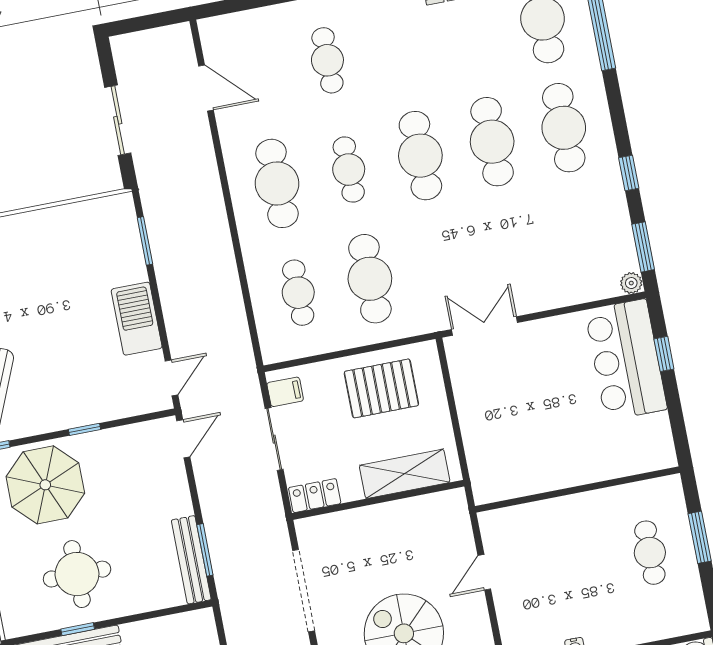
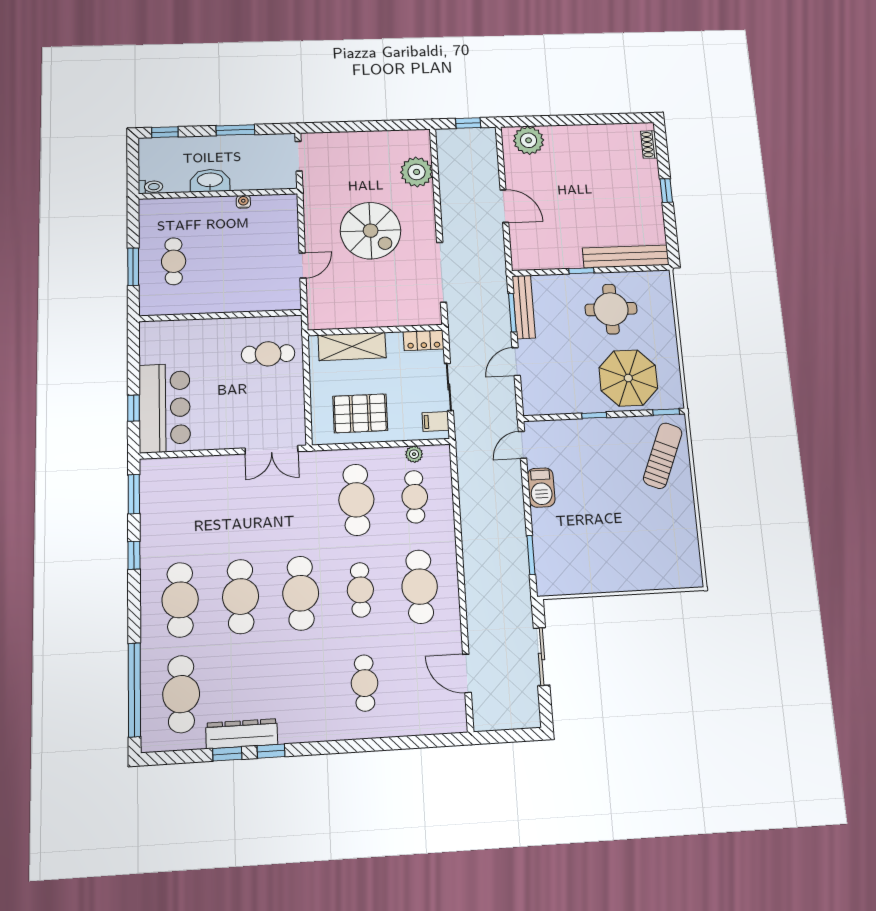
plant: (631, 283) -> (414, 454), moved
barbecue: (137, 319) -> (541, 487), width x0.73, depth x0.83
door: (183, 439) -> (516, 362), moved
cafe table: (509, 448) -> (268, 354), added
window: (78, 629) -> (581, 271), moved

